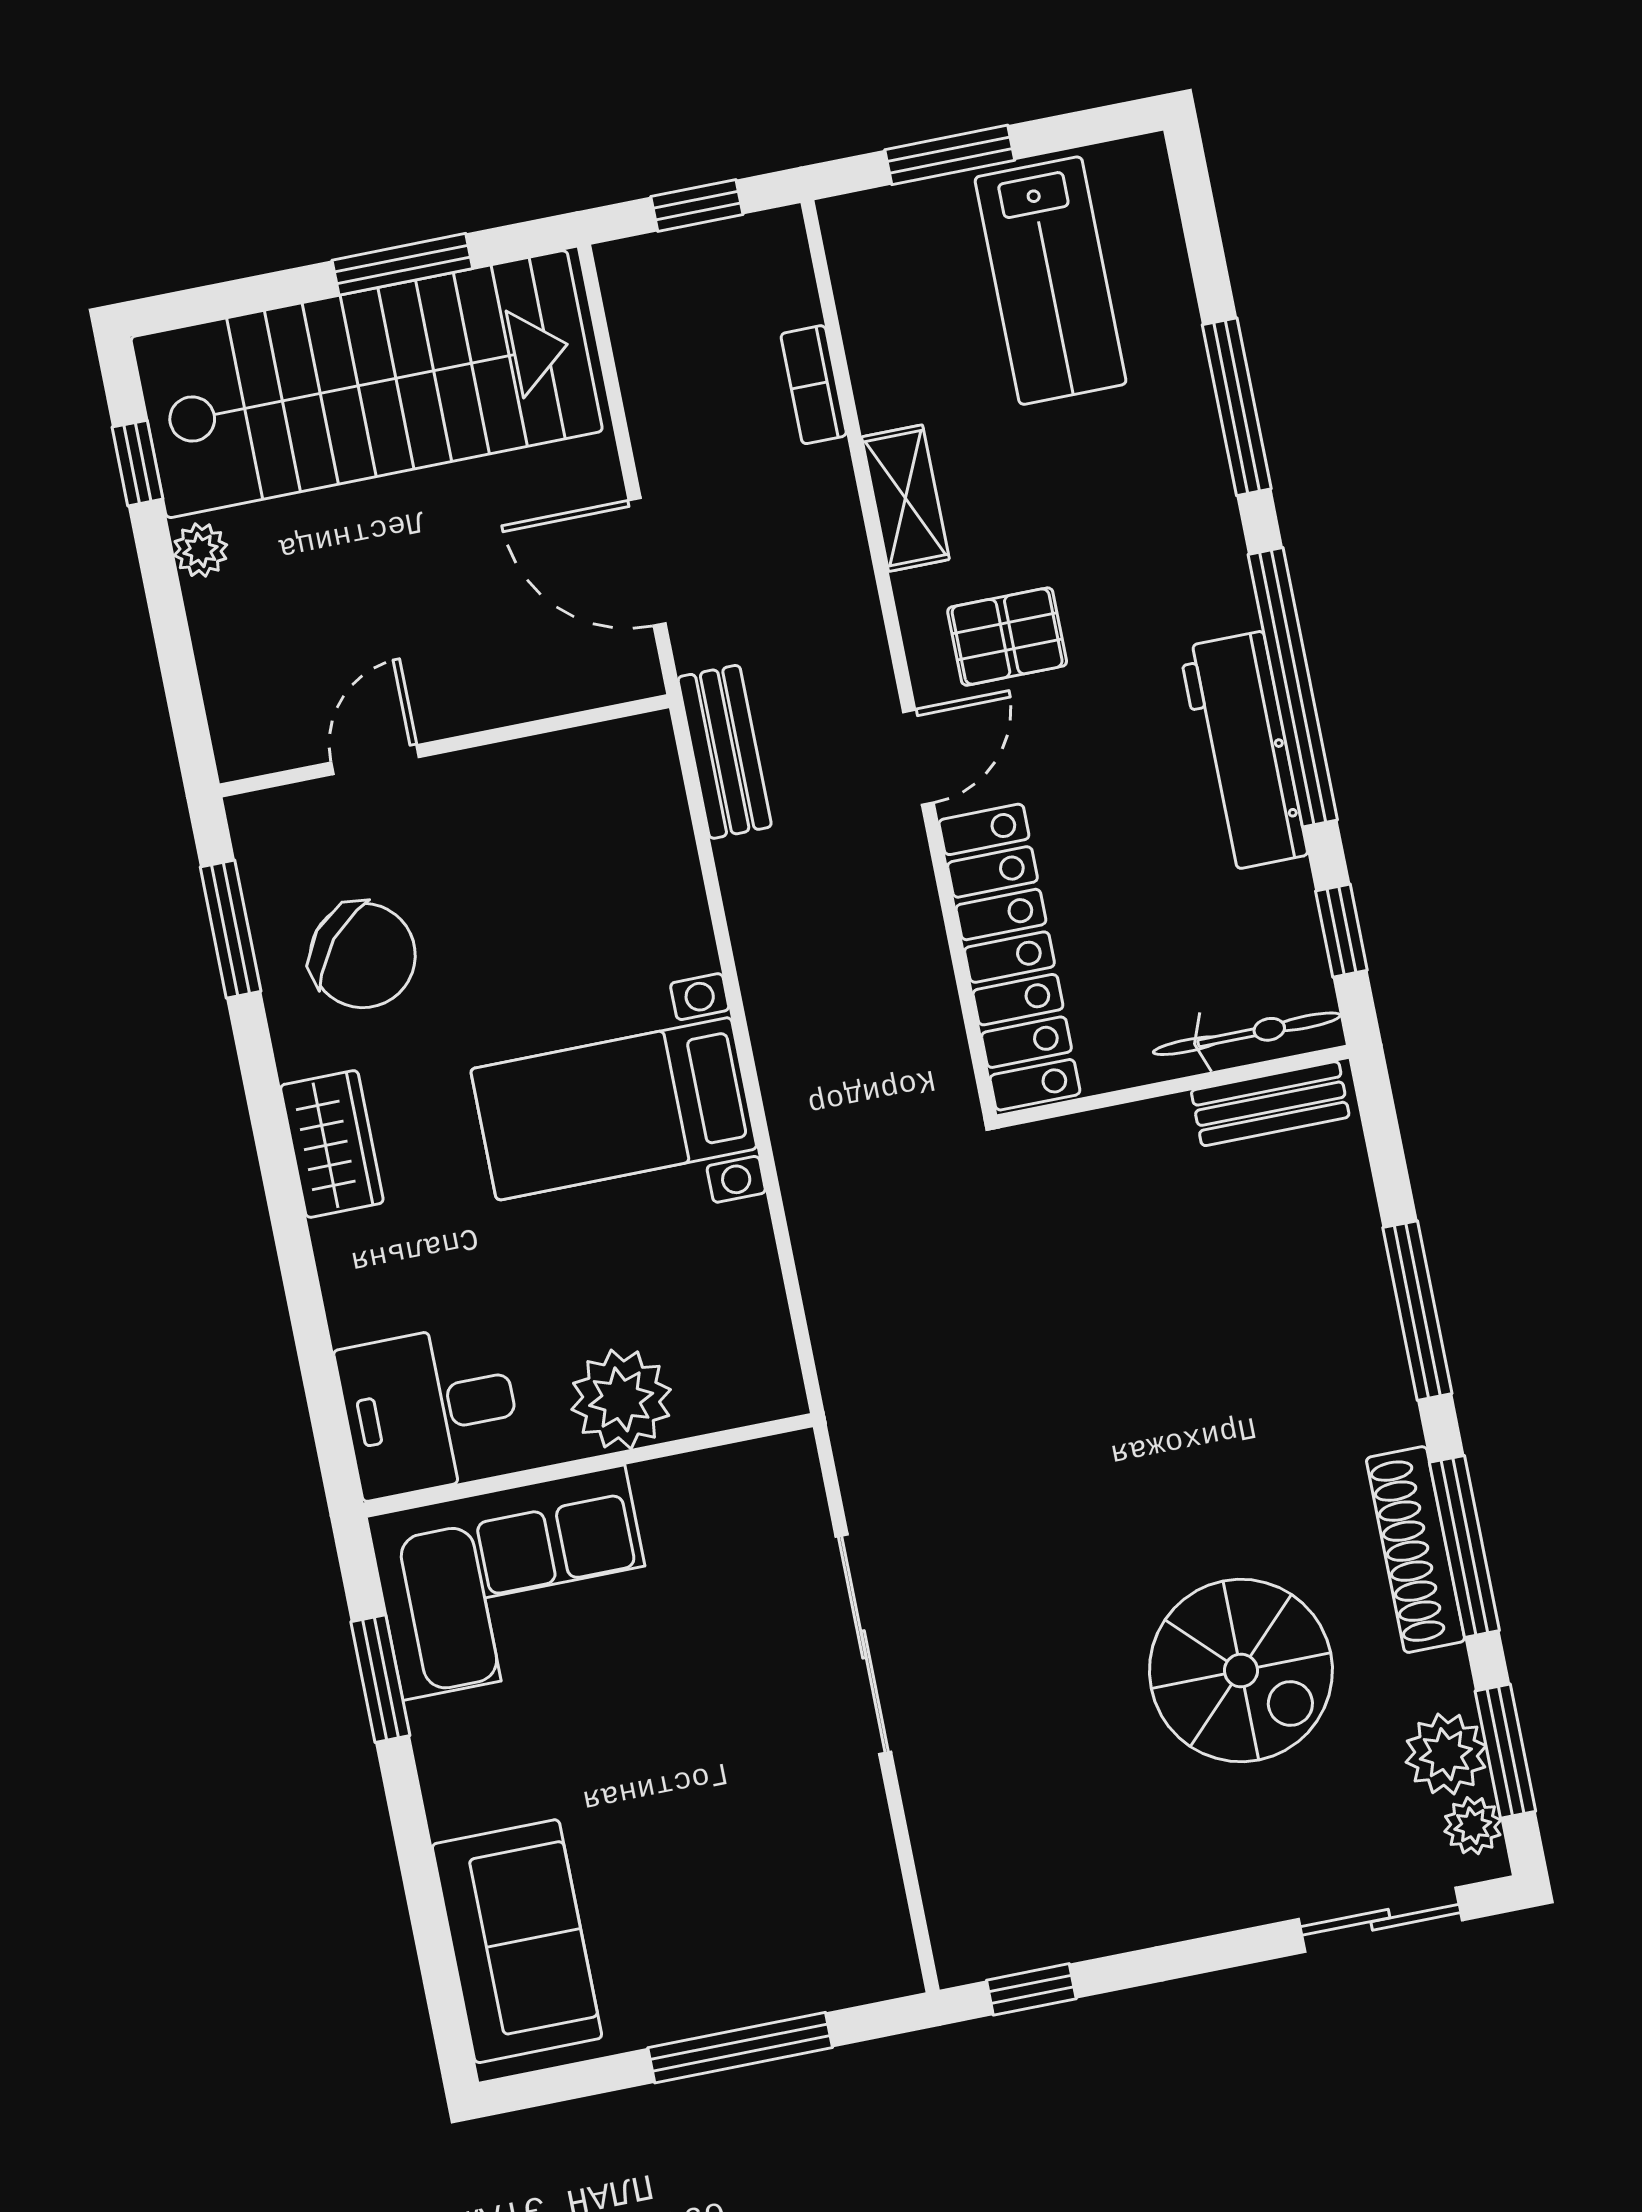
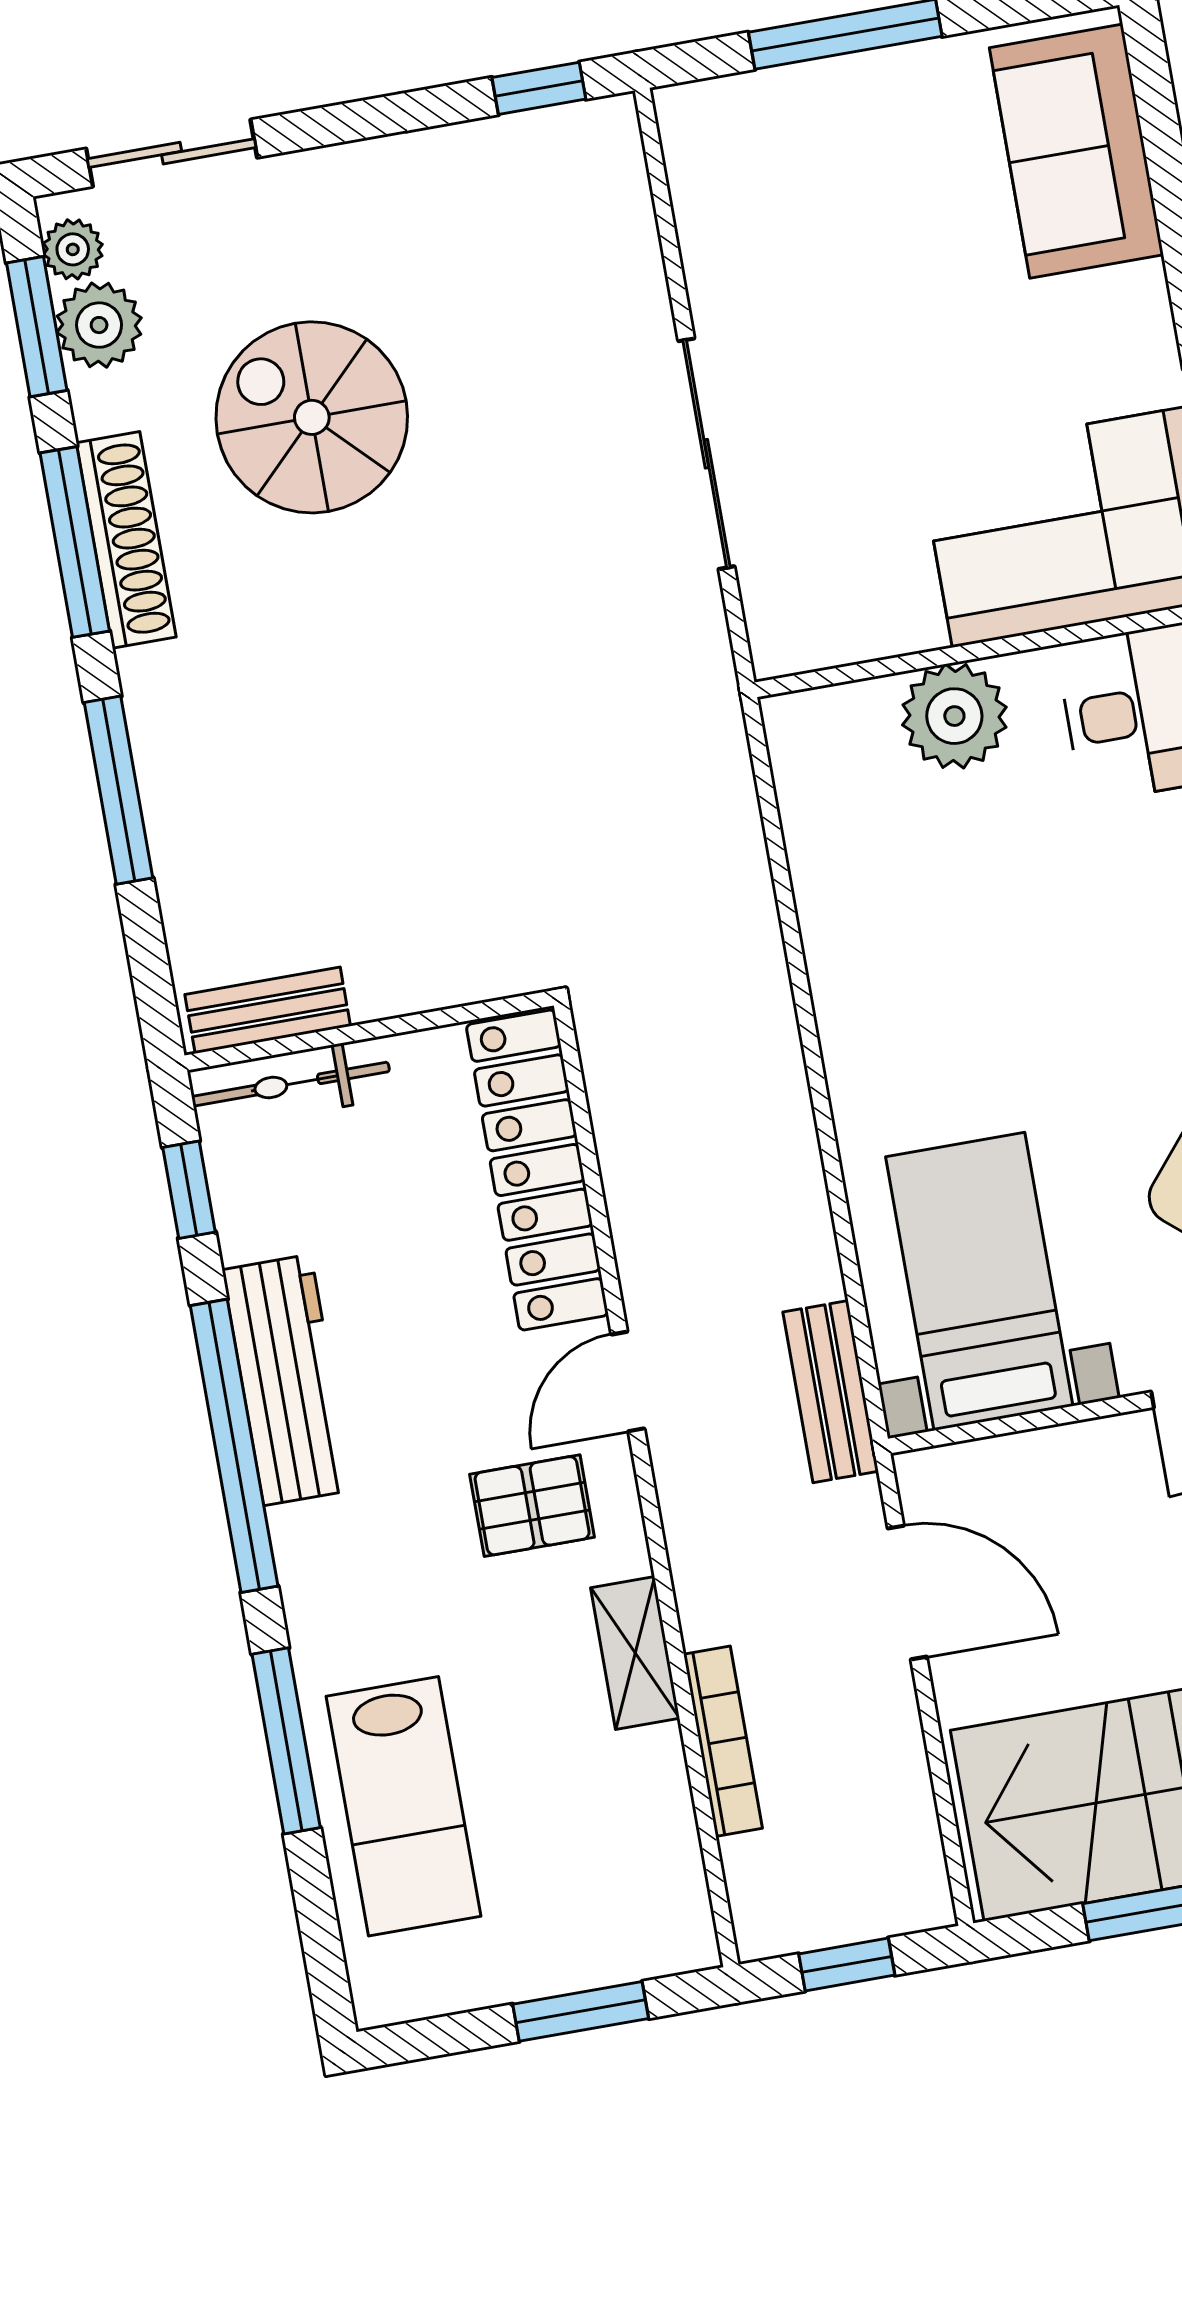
lab bench: (1051, 281) -> (403, 1806), moved, turned 180
bookcase: (814, 385) -> (723, 1741), width x1.56
bed with nightstands: (614, 1109) -> (979, 1281), moved, turned -90

